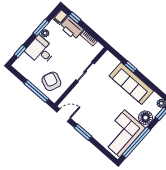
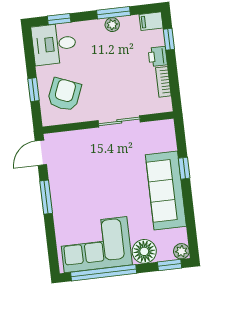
printer: (72, 28) -> (158, 56), width x0.53, depth x0.68
desk: (40, 51) -> (54, 44), moved, turned -90
window: (36, 91) -> (33, 90), width x0.46
door: (64, 115) -> (41, 153), swing flipped

